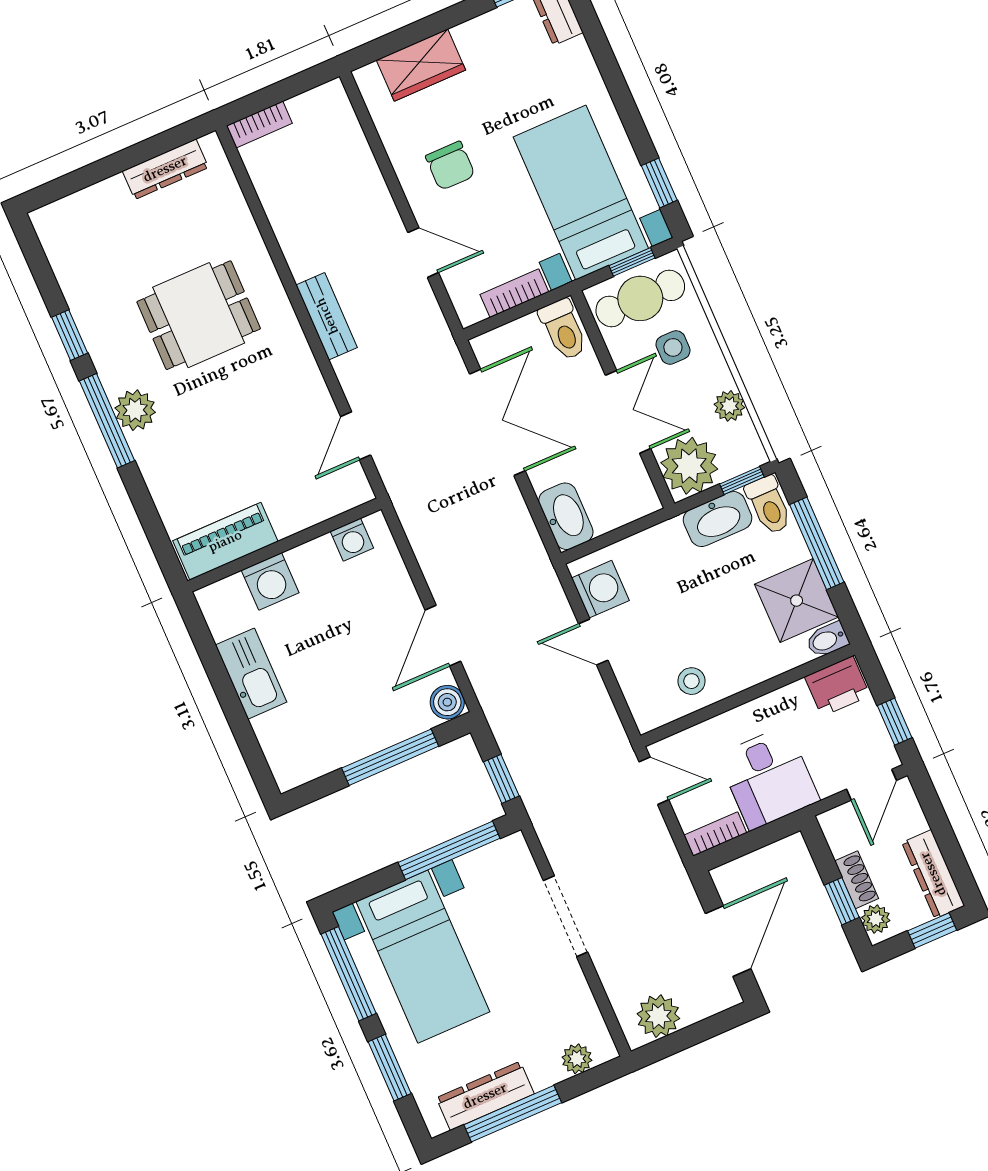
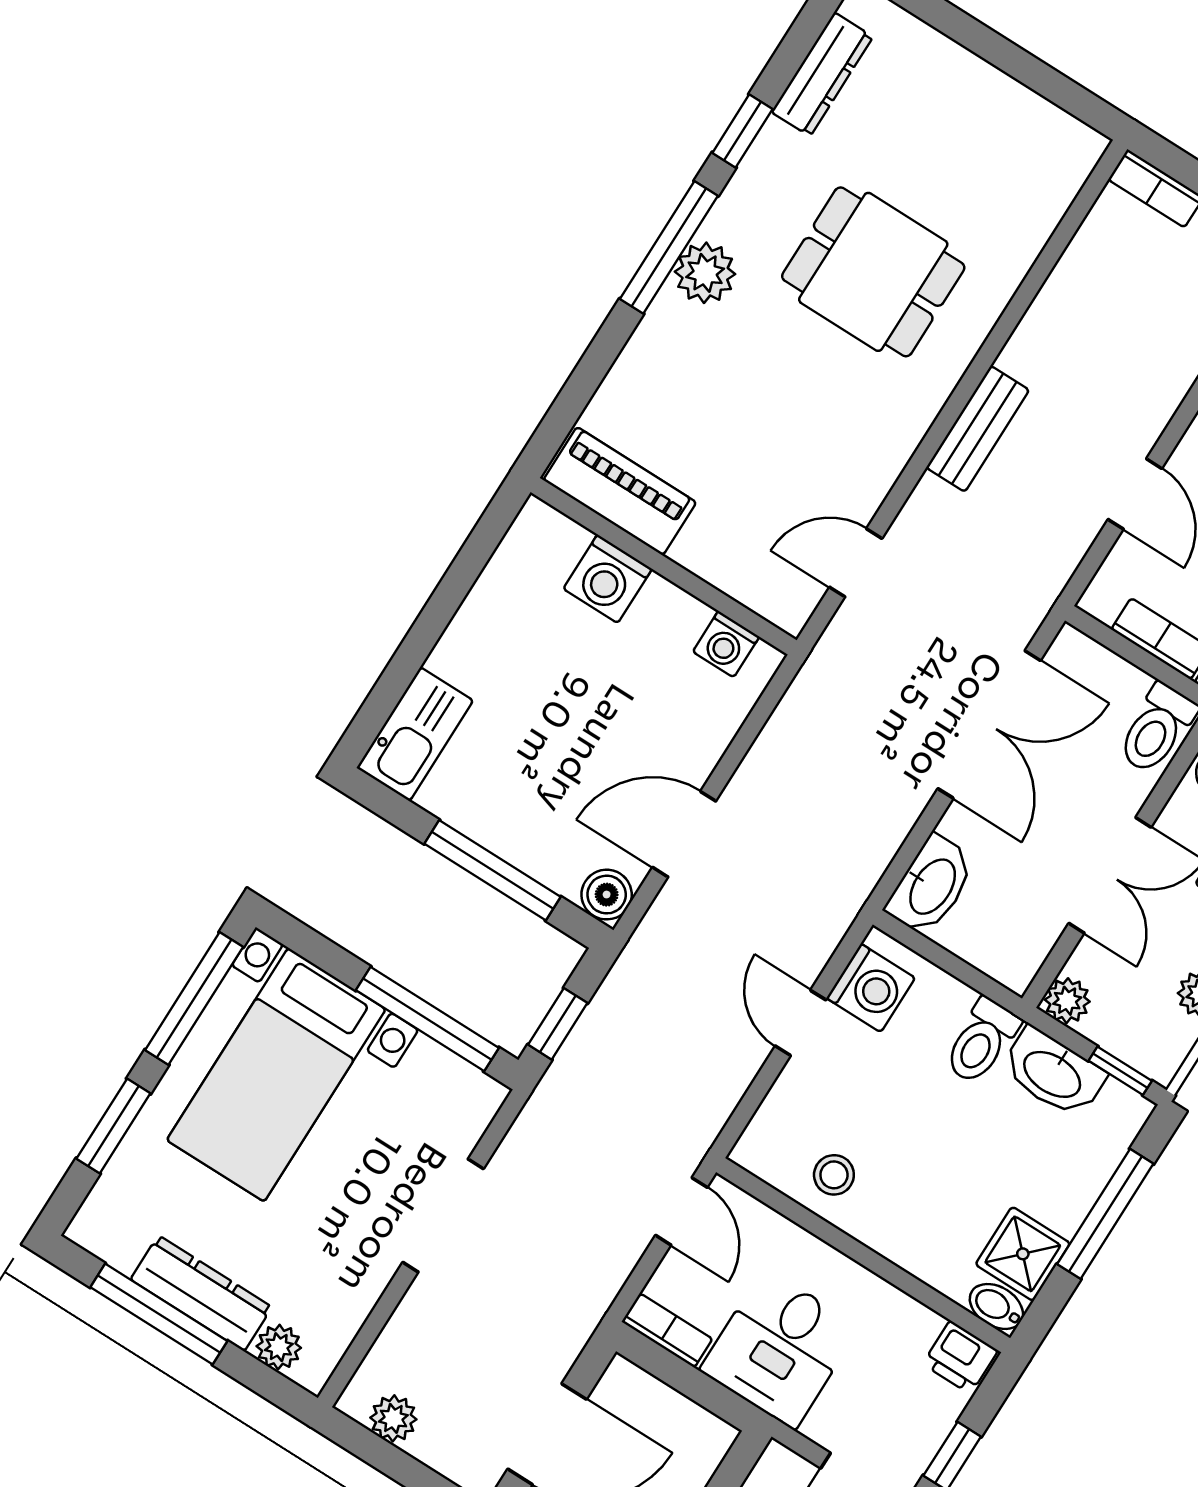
dresser: (165, 169) -> (822, 74), moved, turned -90
plant: (689, 466) -> (1067, 1001), width x0.53, depth x0.53
toilet: (769, 505) -> (982, 1041), moved
shower: (797, 601) -> (1023, 1254), width x0.73, depth x0.73
kitchen sink: (251, 674) -> (415, 734), moved
printer: (837, 686) -> (960, 1357), width x0.73, depth x0.81
plant: (658, 1016) -> (393, 1418), width x0.73, depth x0.73
dresser: (485, 1096) -> (201, 1293), moved

